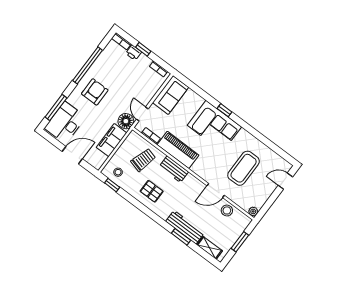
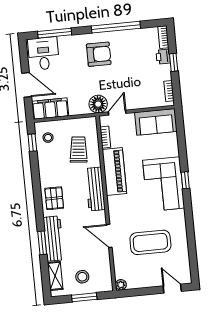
desk: (65, 123) -> (44, 54), width x0.73
filing cabinet: (111, 140) -> (50, 109), moved
trolley: (143, 160) -> (78, 150), turned -100
workbench: (174, 169) -> (95, 189), width x1.38
pallet: (152, 191) -> (54, 198), moved
stool: (227, 210) -> (82, 277), moved

